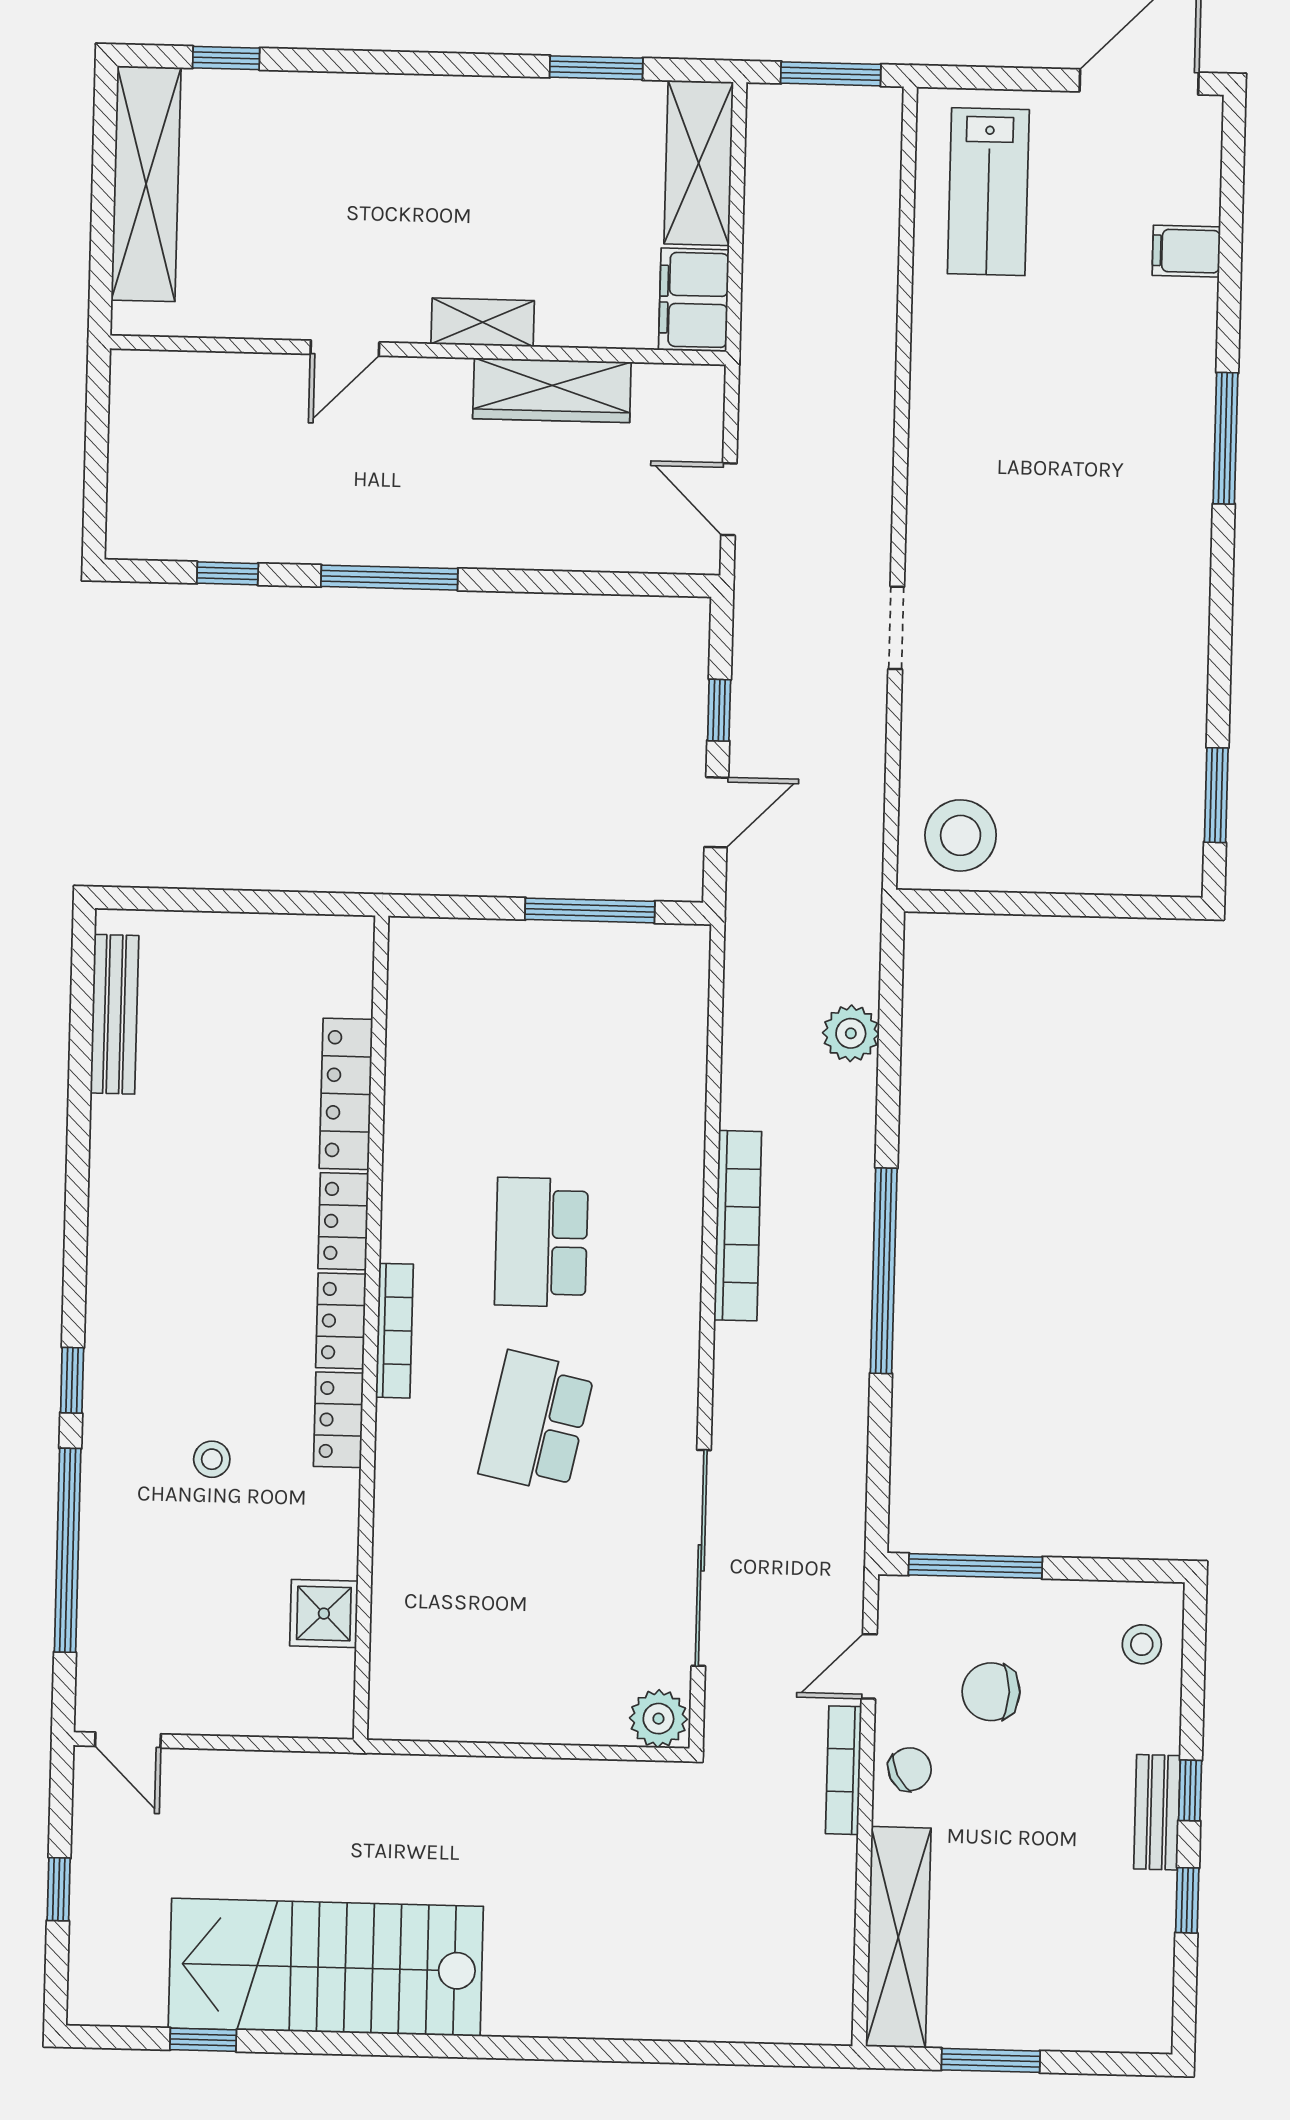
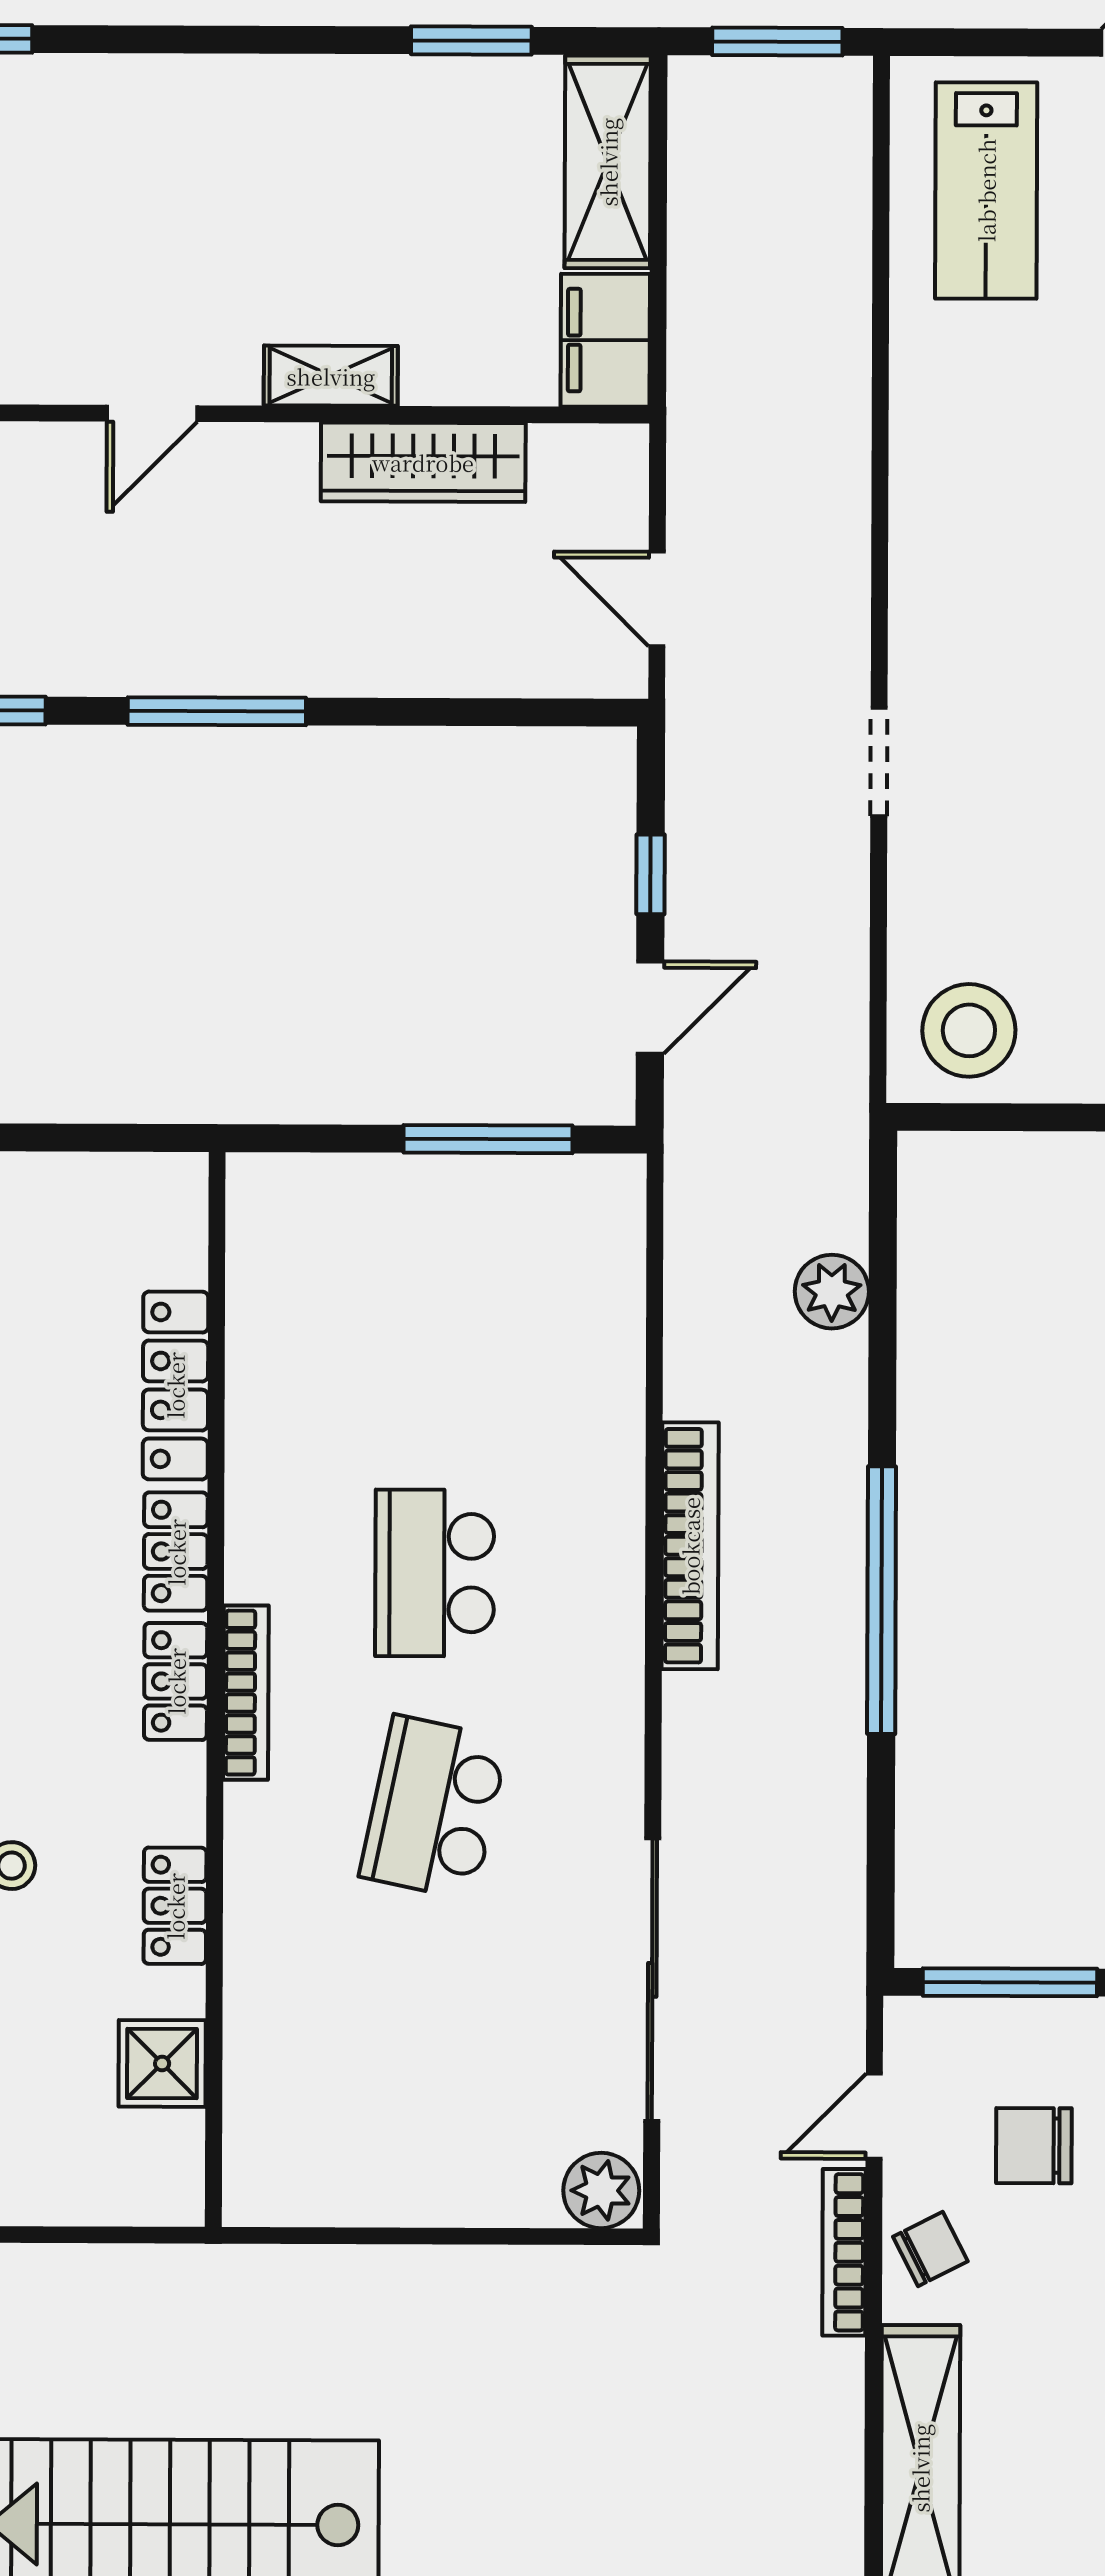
locker: (338, 1420) -> (175, 1906), moved

